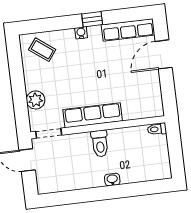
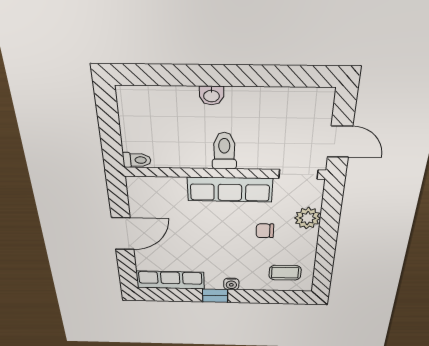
coffee table: (42, 50) -> (285, 273), turned -37
door: (164, 54) -> (123, 234), moved
chair: (64, 85) -> (265, 231), added

